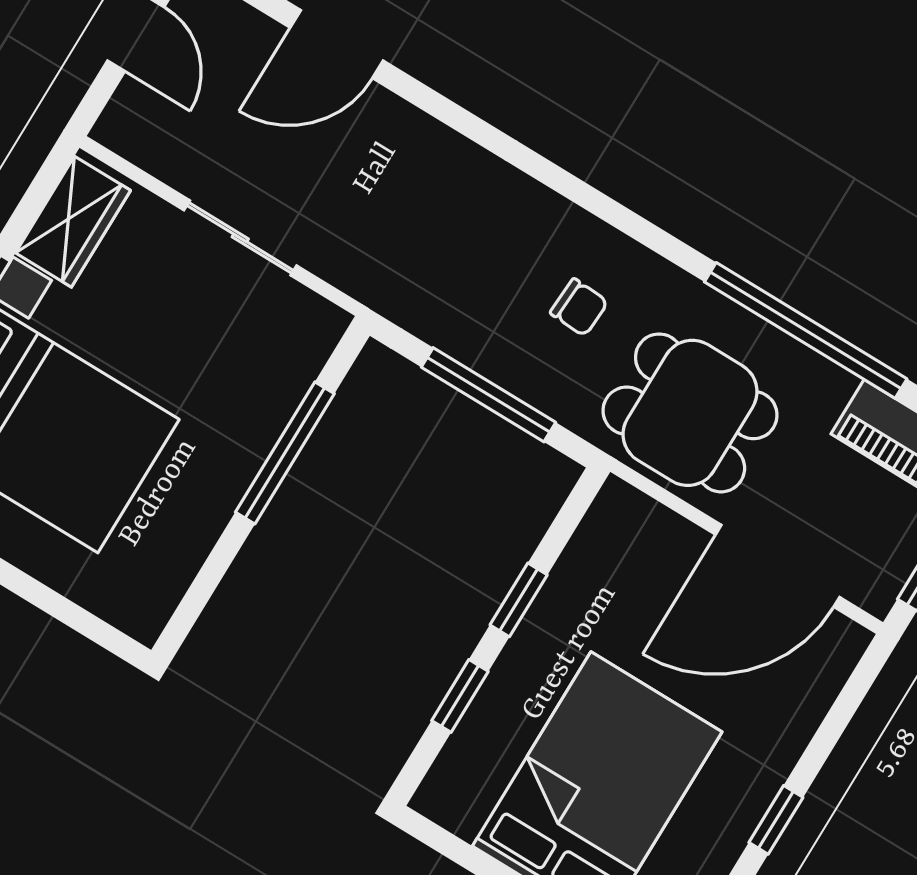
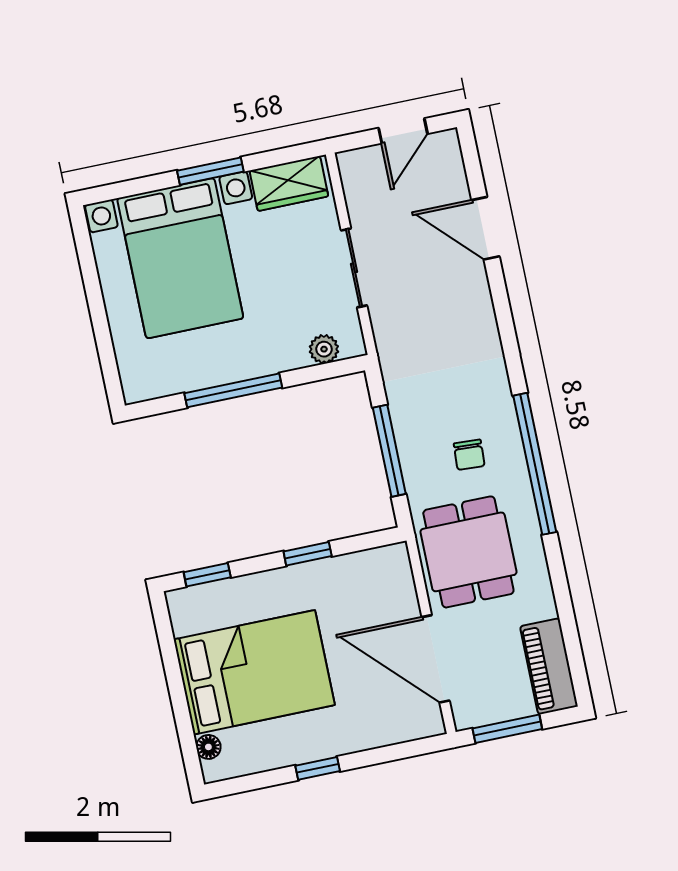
window: (806, 330) -> (535, 464), moved
plant: (301, 360) -> (324, 349), added
window: (285, 453) -> (233, 390), moved
window: (460, 696) -> (207, 575), moved

